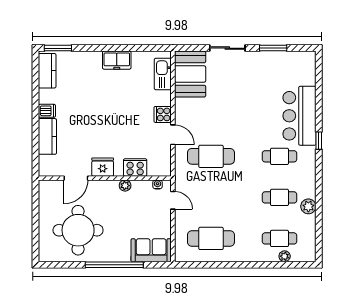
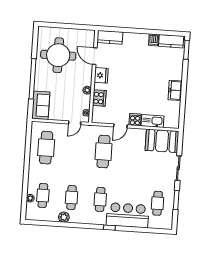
kitchen sink: (163, 74) -> (153, 121), moved
cafe table: (279, 74) -> (158, 203), added
dishwasher: (47, 111) -> (154, 40), moved
kitchen counter: (47, 136) -> (110, 37), moved

